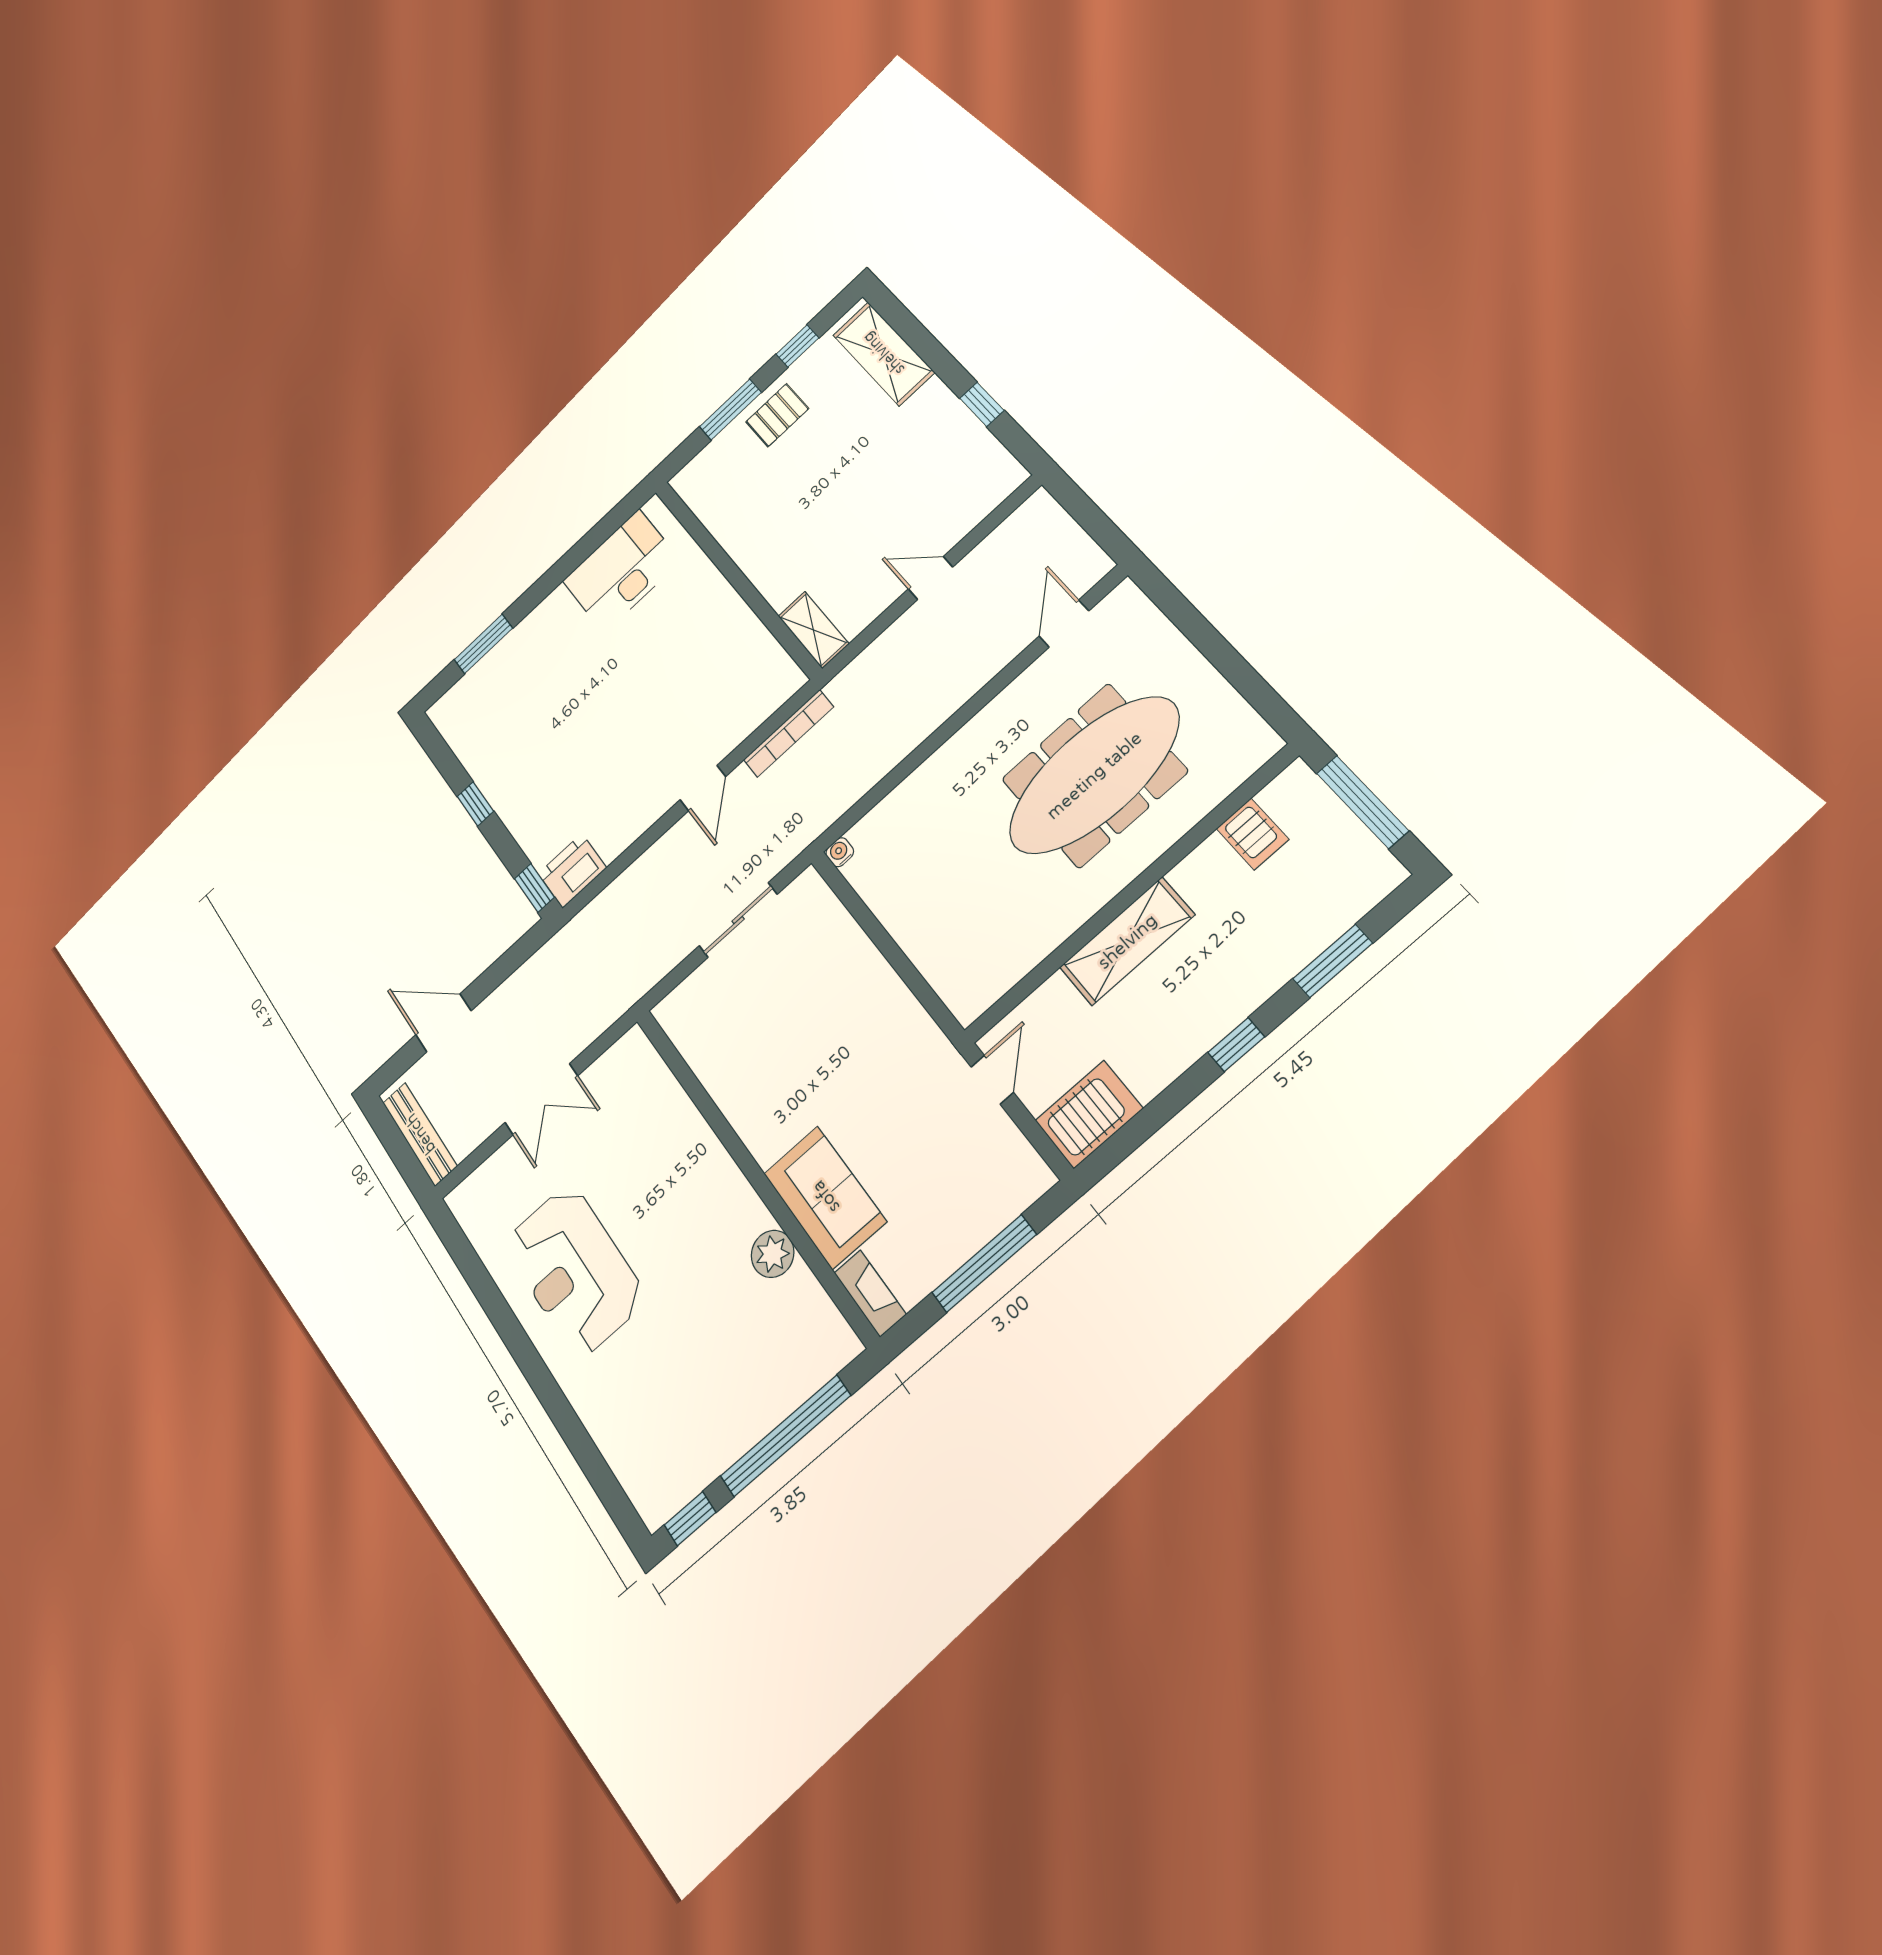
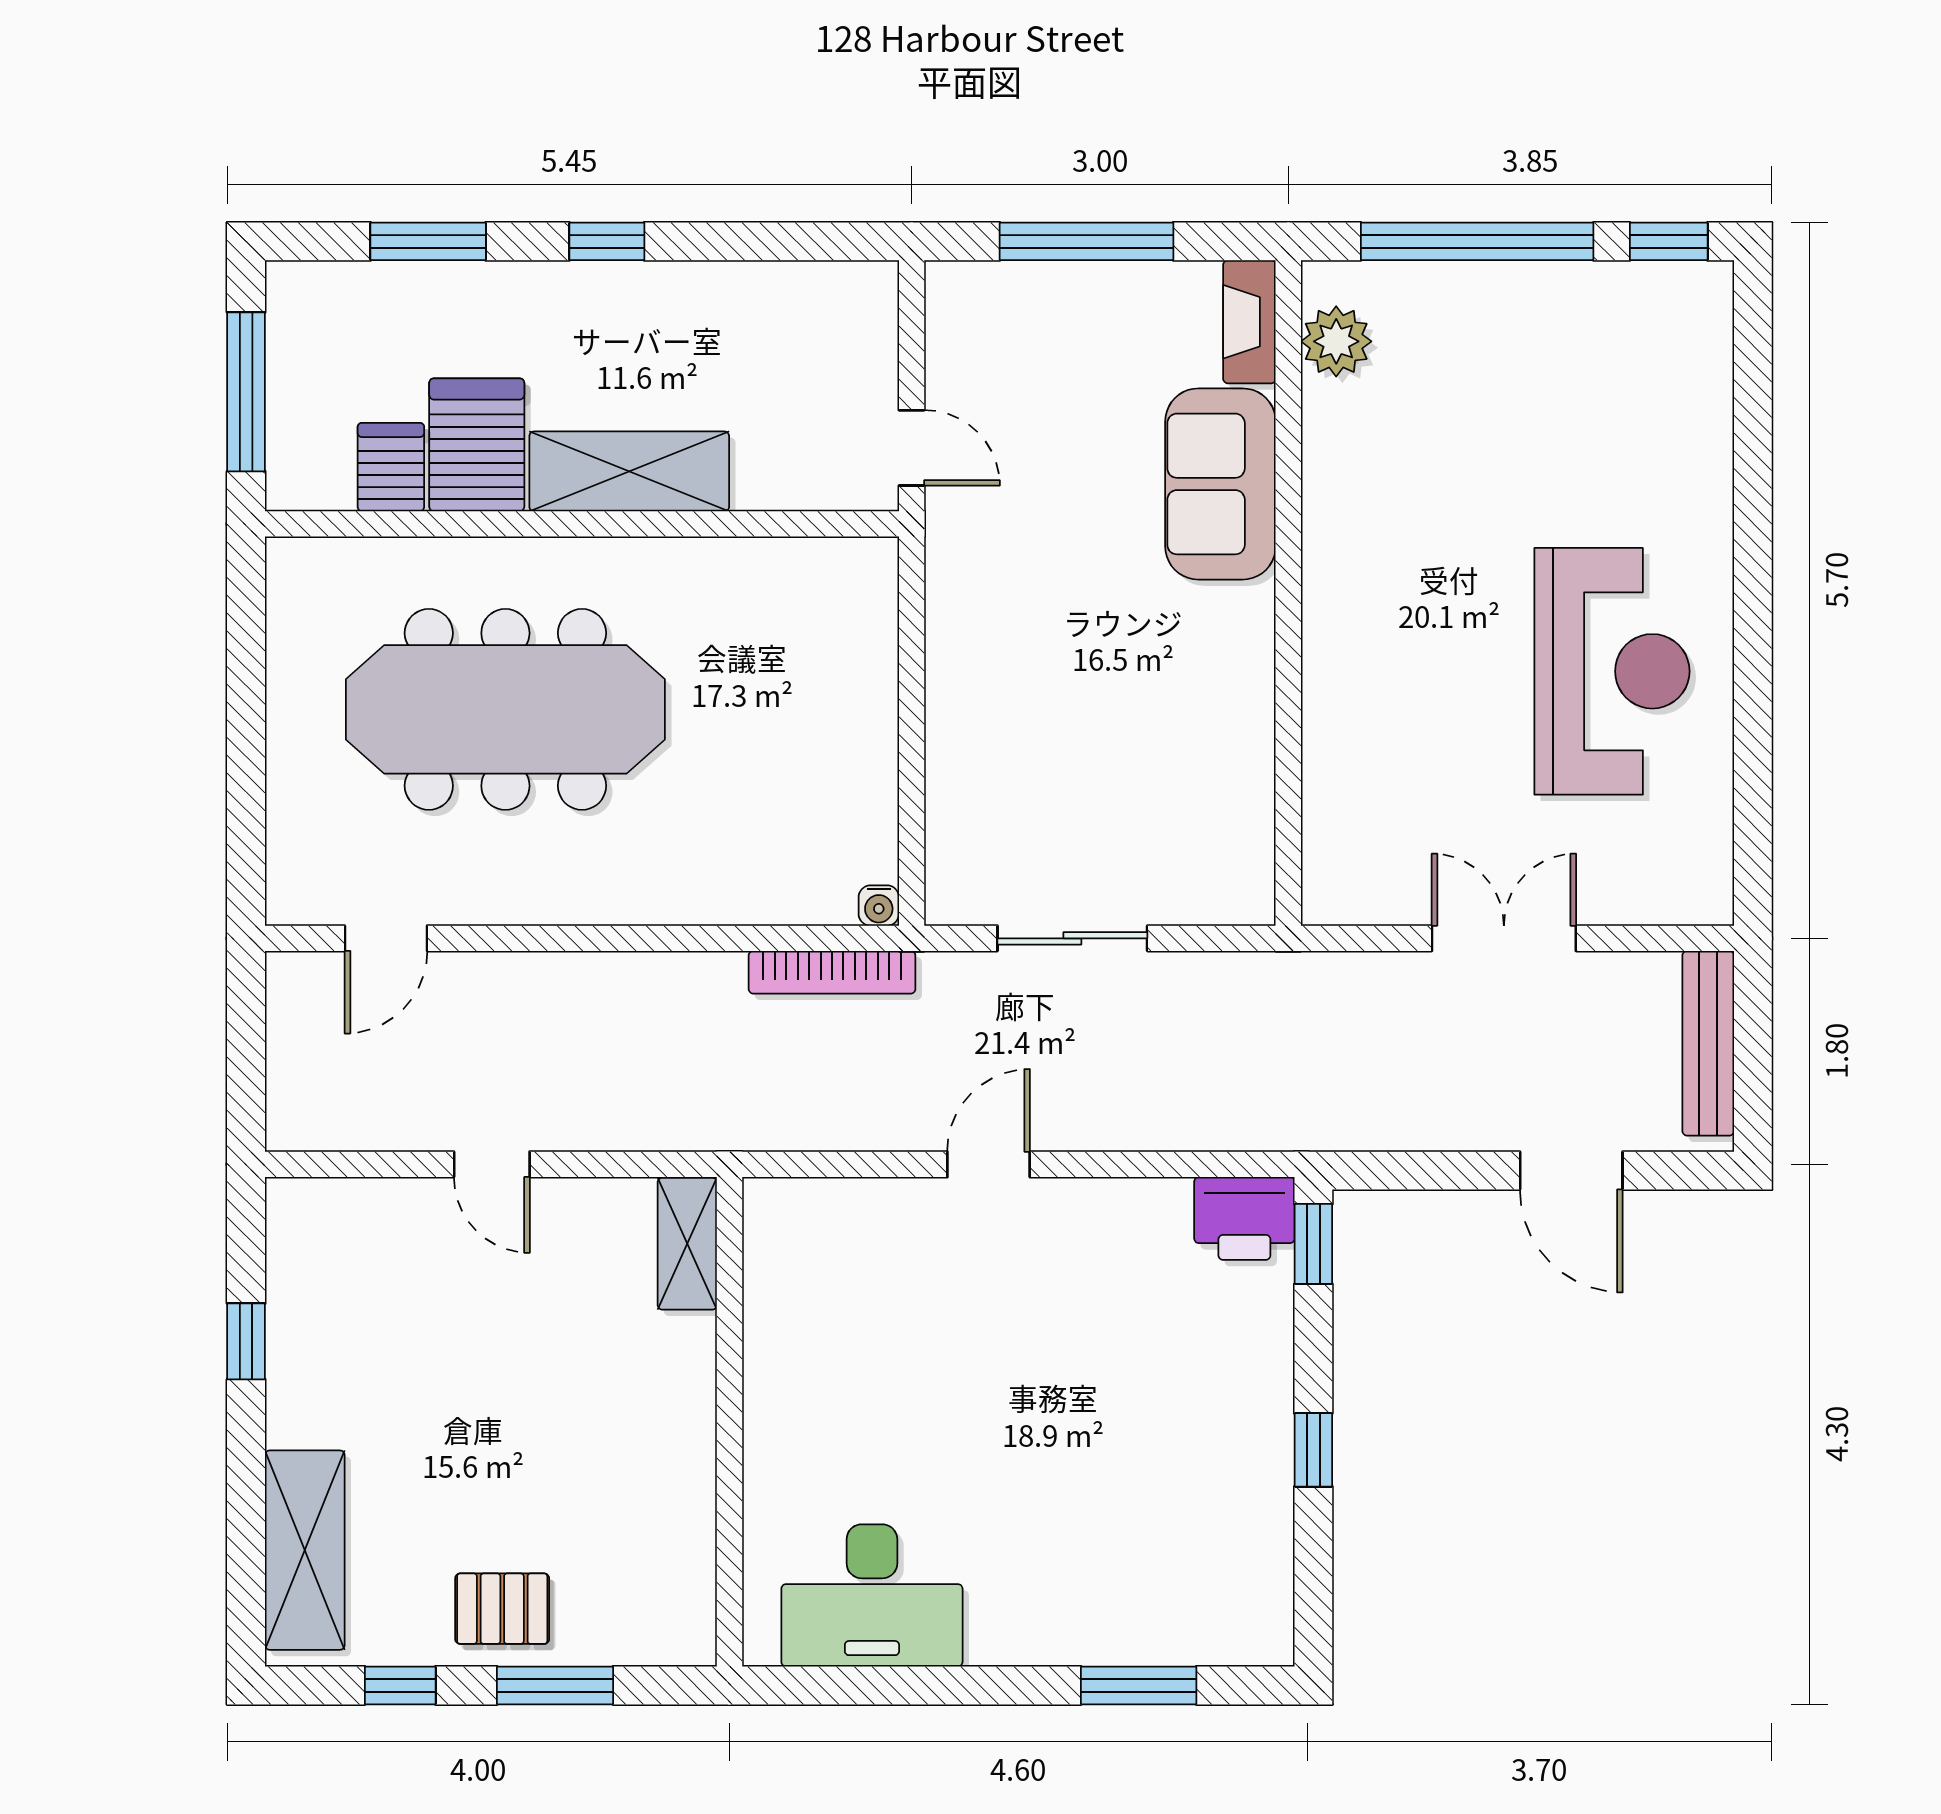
bookcase: (788, 733) -> (832, 972), moved, turned 180
door: (992, 1080) -> (912, 448), swing flipped
server rack: (1089, 1114) -> (477, 445), moved, turned 90
plant: (773, 1254) -> (1336, 341), moved

